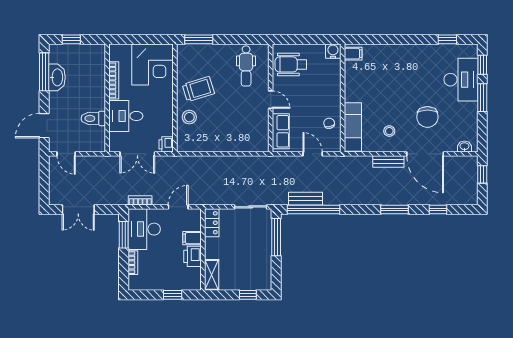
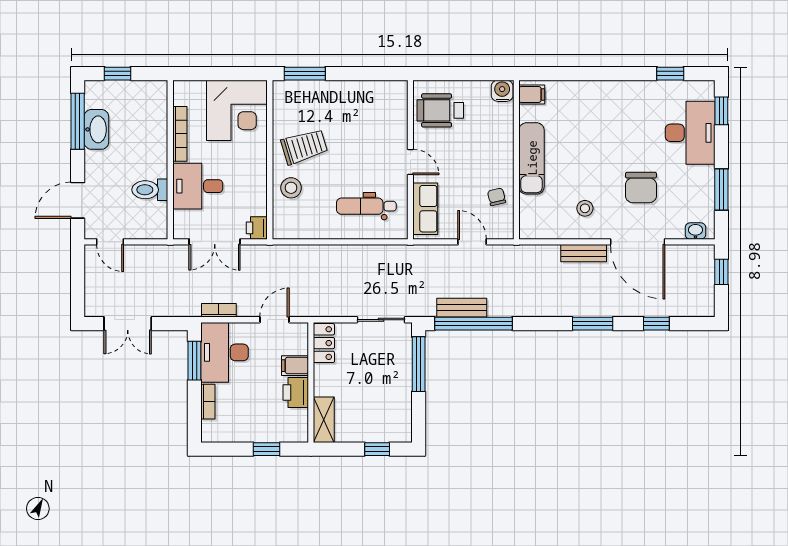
dental chair: (246, 66) -> (366, 206), moved, turned 90
window: (482, 98) -> (721, 189), moved
exam couch: (353, 127) -> (532, 158), moved

